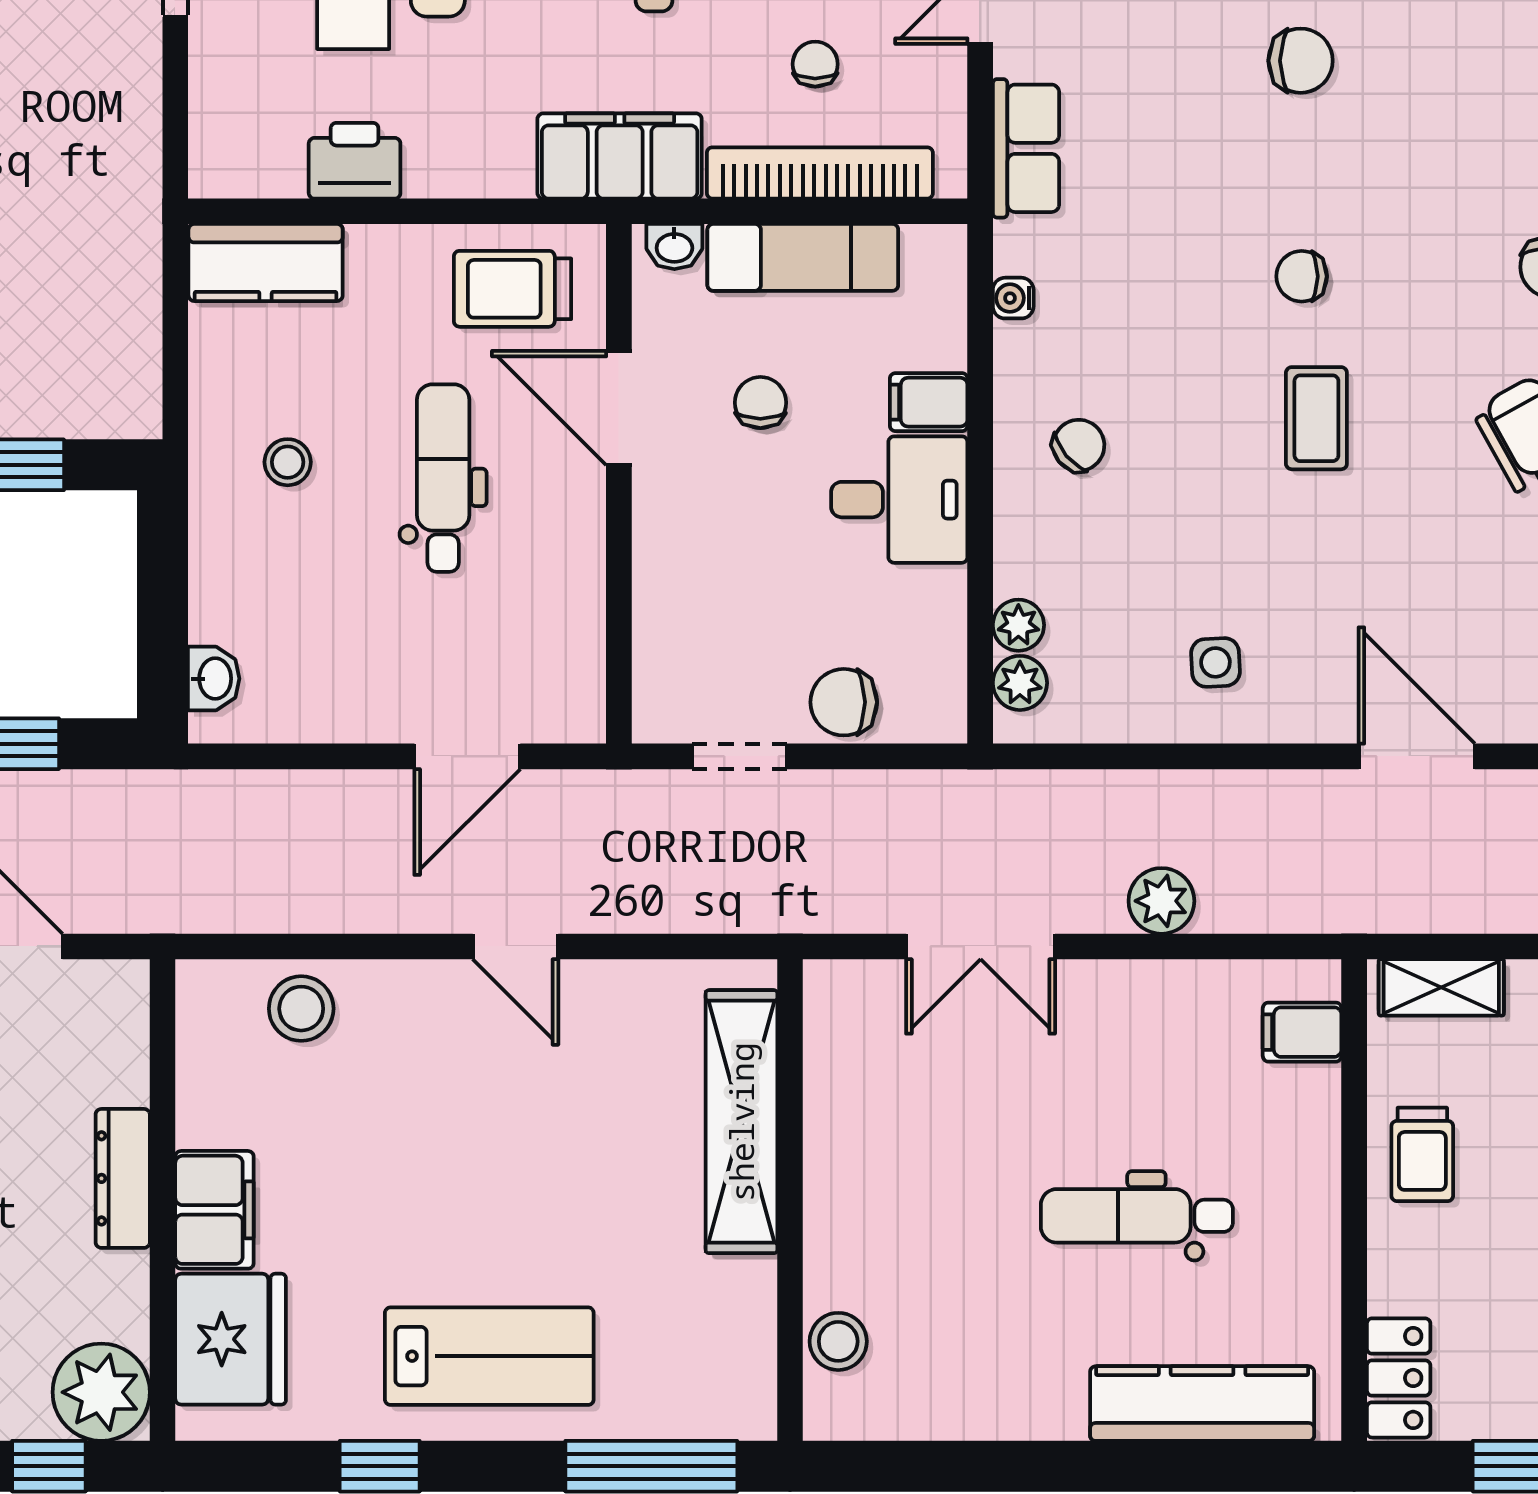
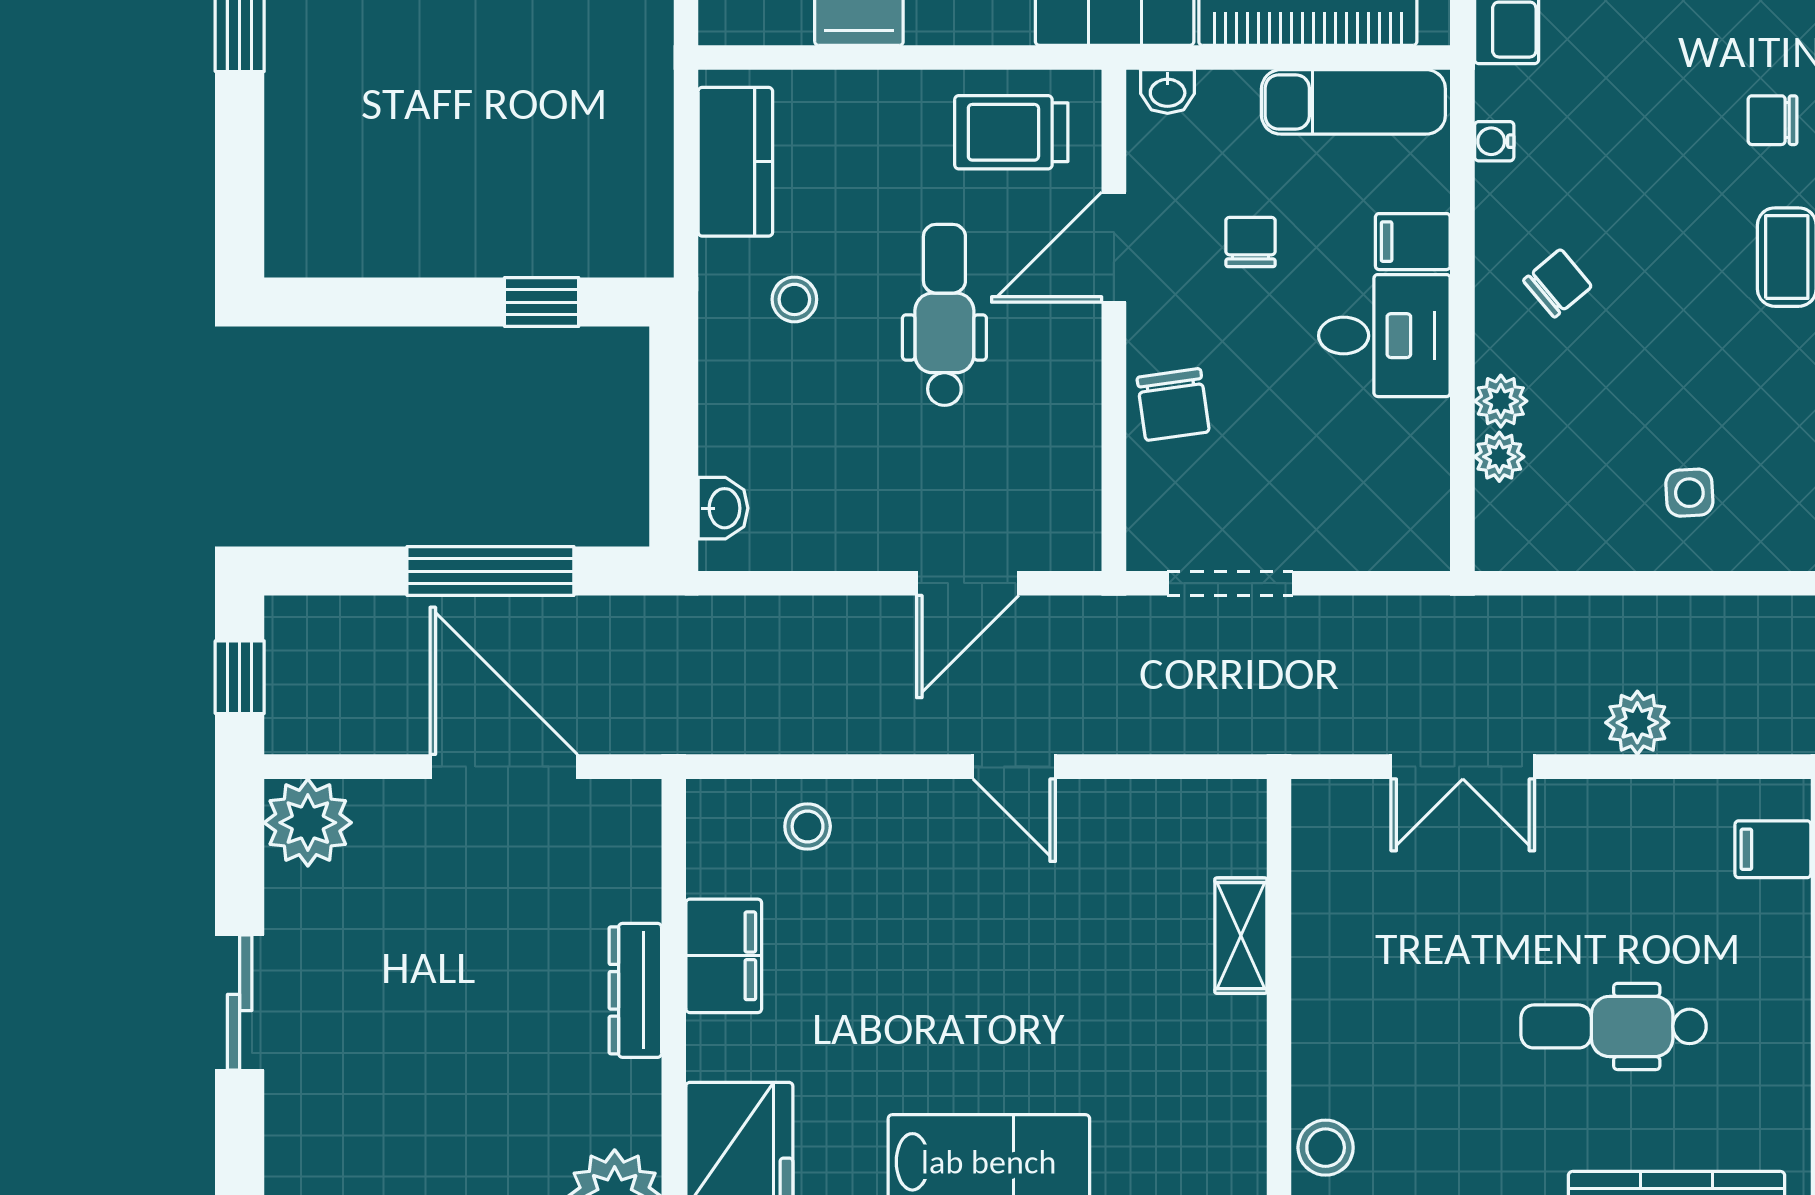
exam couch: (803, 257) -> (1353, 102), moved
kitchen counter: (266, 263) -> (735, 162), moved, turned -90
door: (619, 408) -> (1114, 247), hinge flipped
plant: (1020, 683) -> (1501, 401), moved
chair: (844, 702) -> (1173, 405), moved, turned -98
doorway: (739, 756) -> (1230, 583), width x1.38
stool: (301, 1009) -> (808, 826), width x0.73, depth x0.73
shelving: (741, 1122) -> (1241, 936), width x0.45, depth x0.75
filing cabinet: (214, 1210) -> (724, 956), moved

